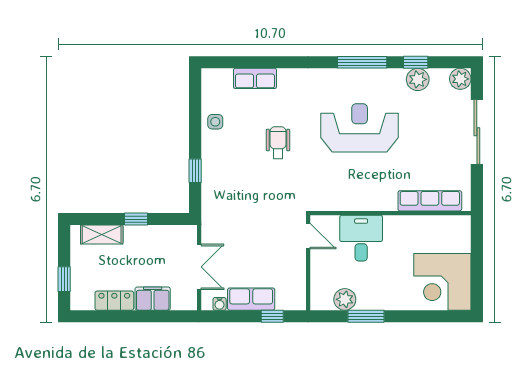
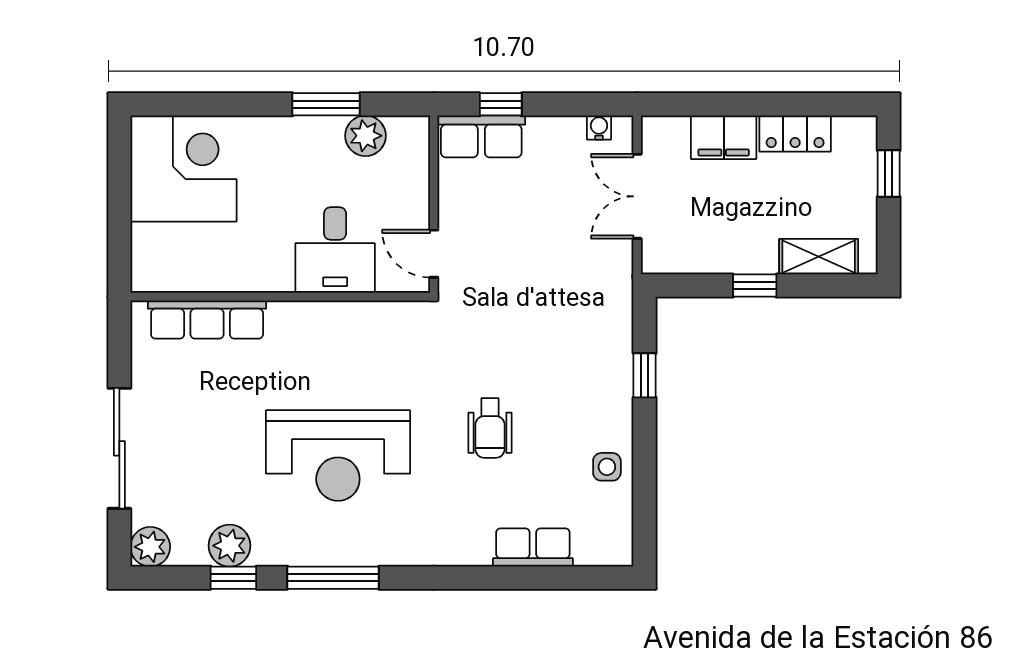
row of seats: (251, 299) -> (481, 136), moved

